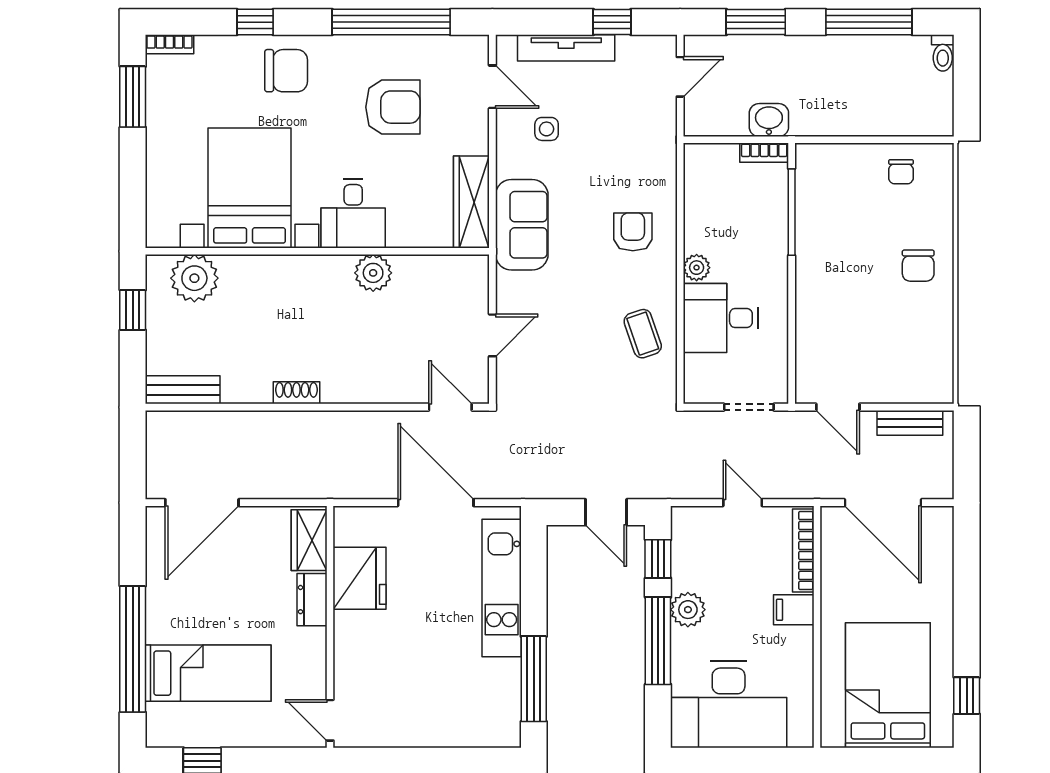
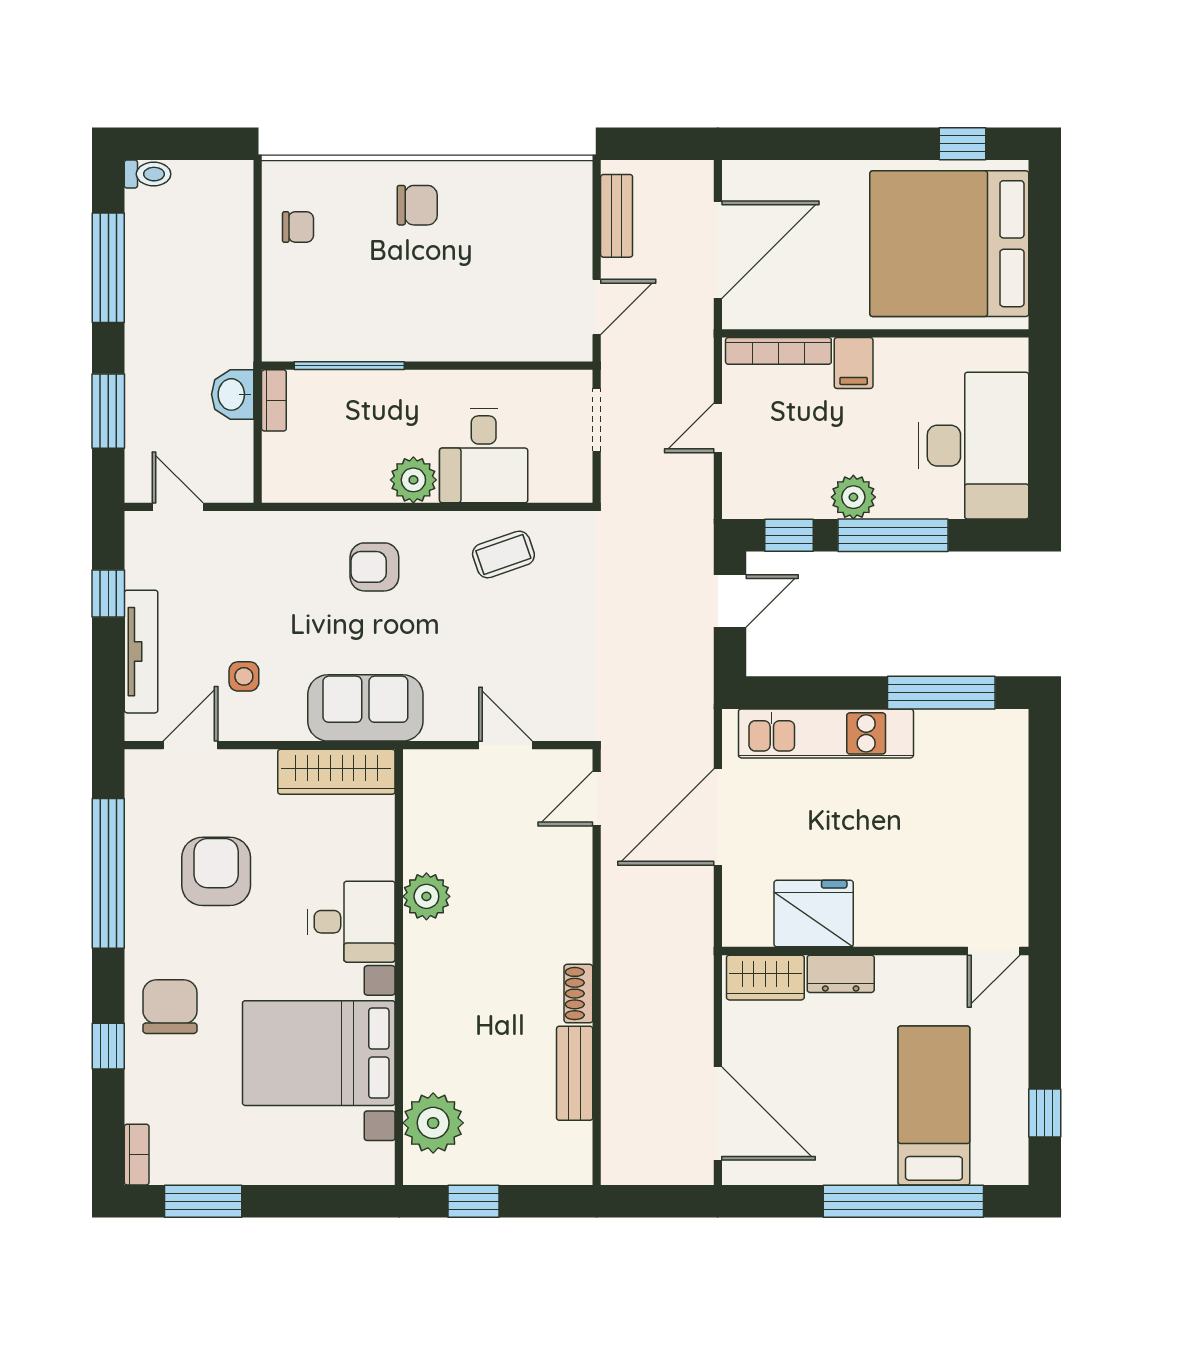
plant: (697, 268) -> (413, 480), width x1.38, depth x1.38
bench: (183, 390) -> (575, 1073), moved
bed: (888, 685) -> (949, 244), width x1.36

